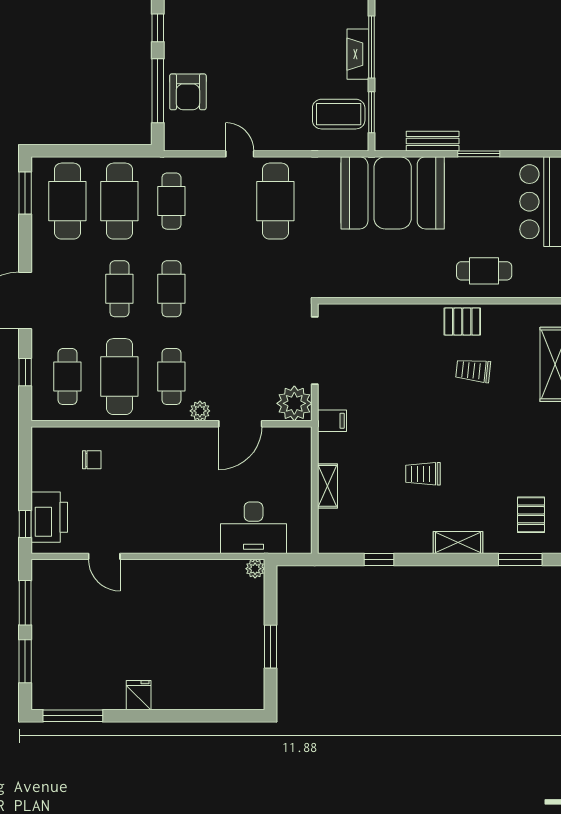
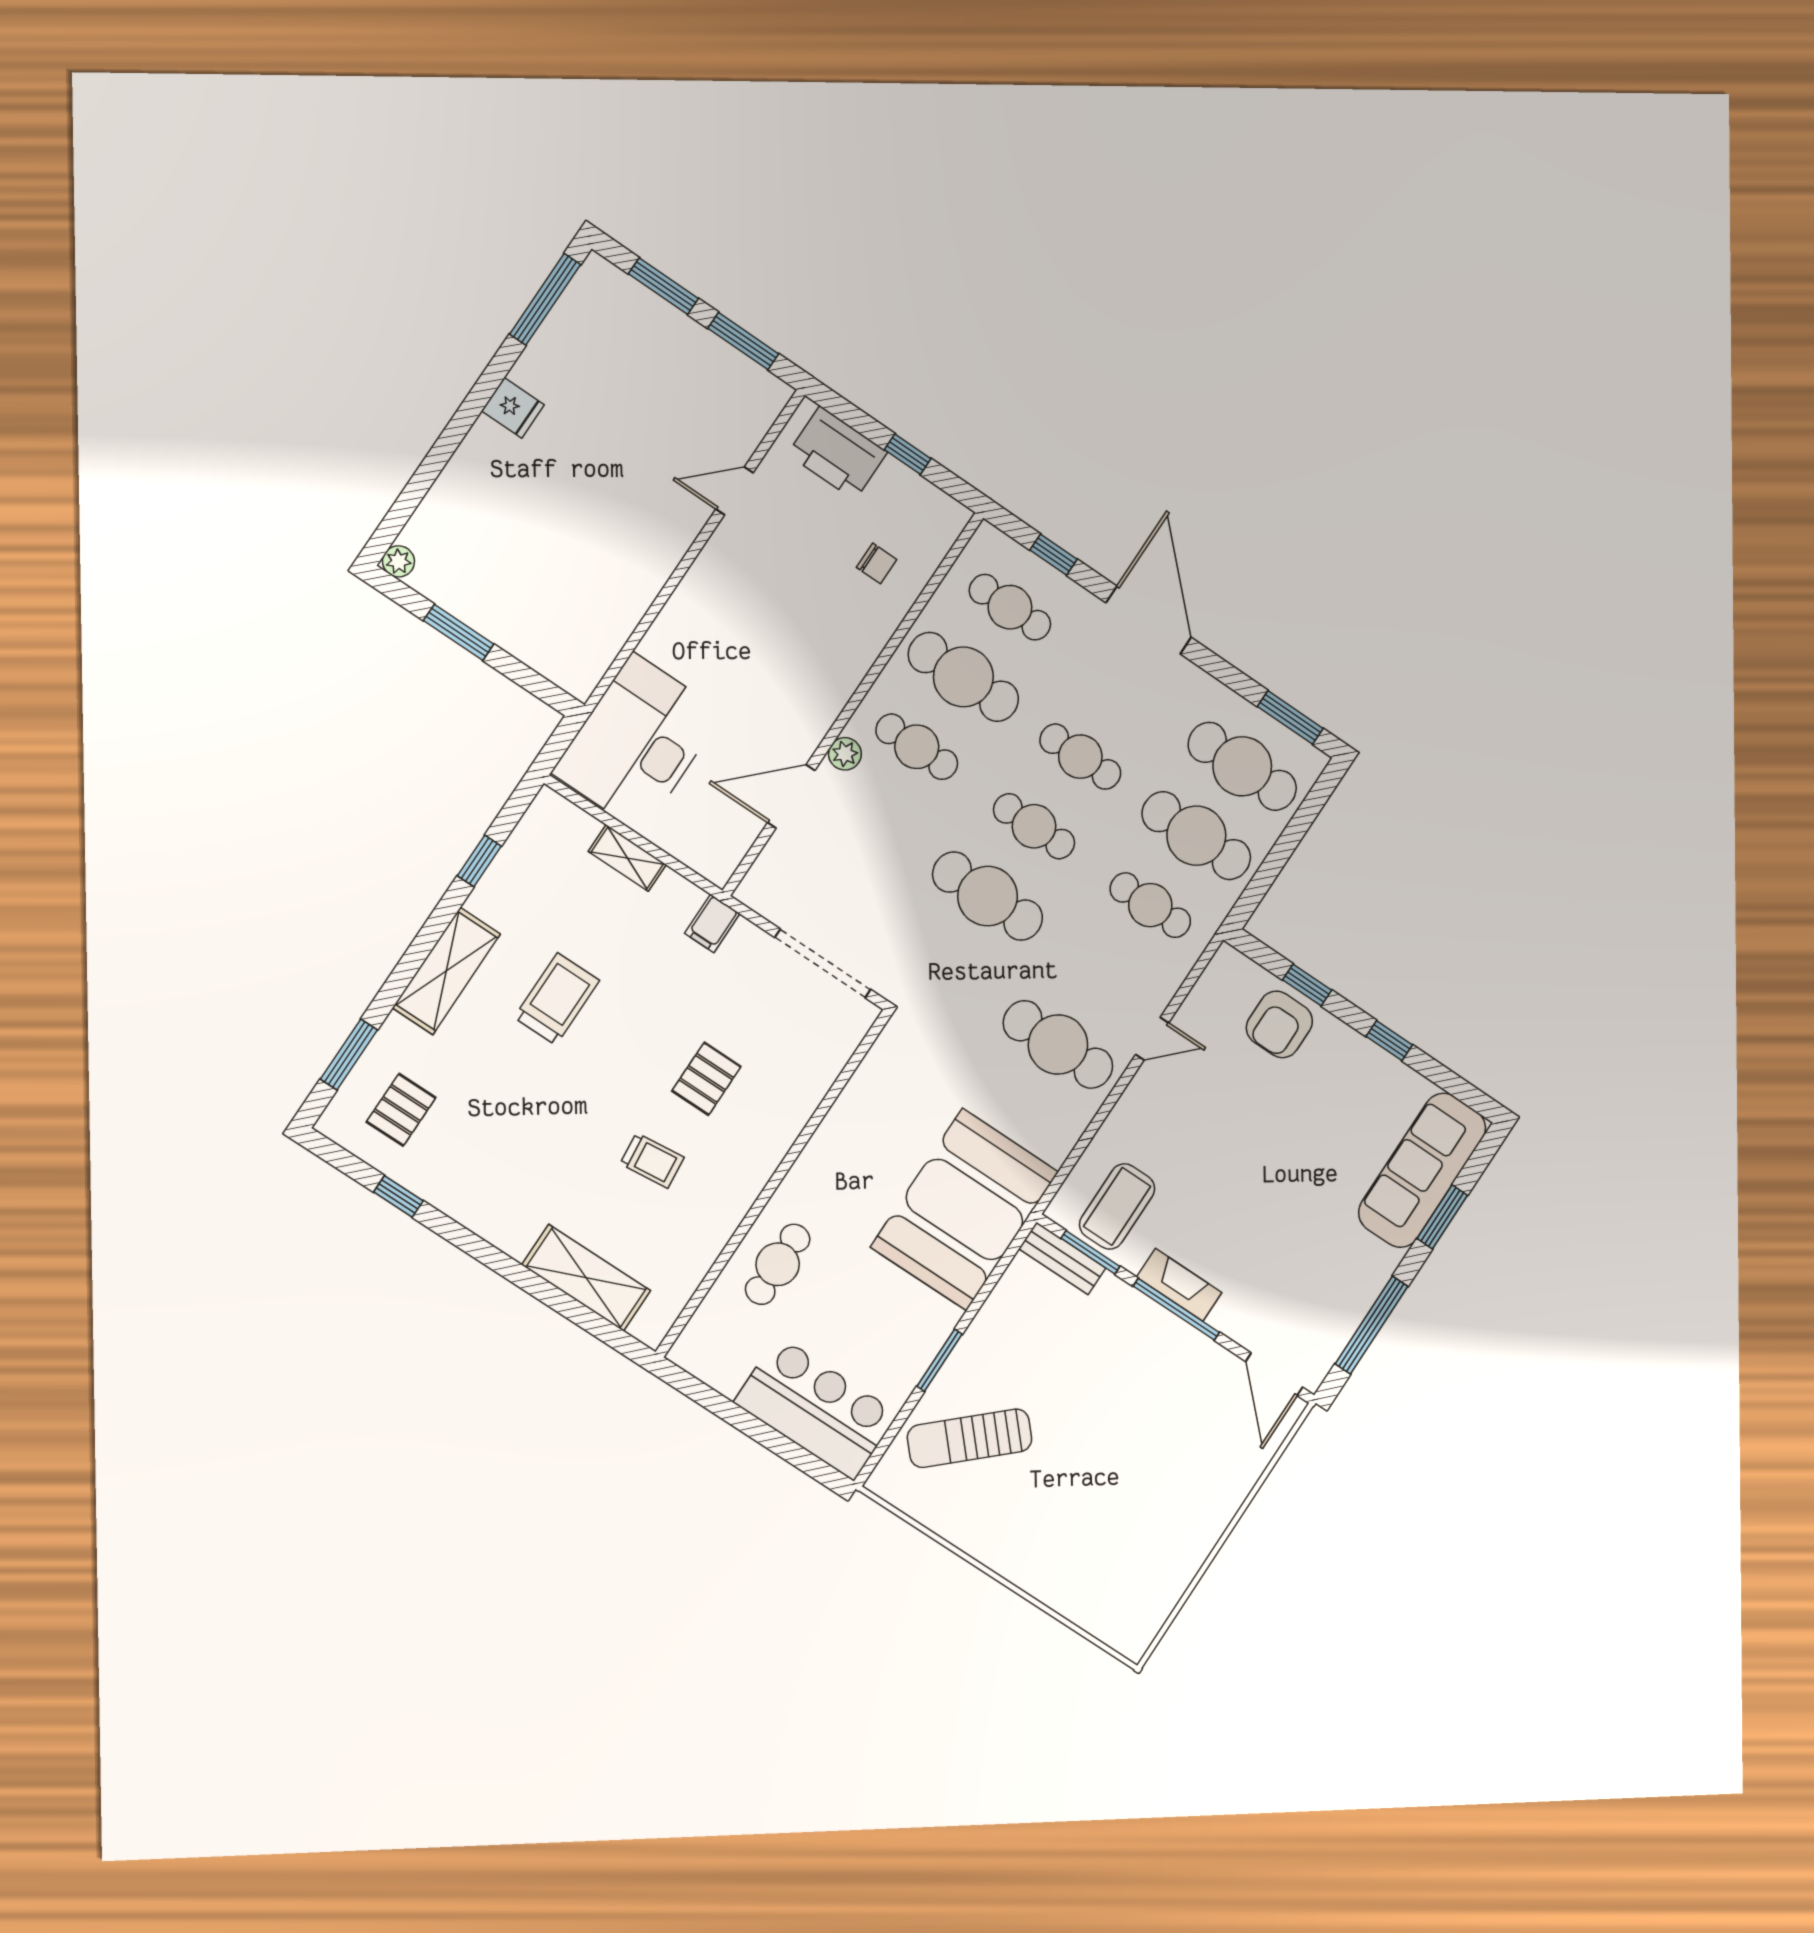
window: (158, 91) -> (1307, 985), width x0.46
armchair: (188, 92) -> (1279, 1024), turned -90
sun lounger: (509, 111) -> (970, 1438), added
bench: (433, 141) -> (1062, 1258), moved, turned 90
cafe table: (223, 289) -> (988, 896), added
pallet: (462, 322) -> (706, 1079), moved
trolley: (473, 371) -> (652, 1161), turned 78
plant: (294, 403) -> (770, 888), removed
door: (240, 424) -> (791, 796), hinge flipped
chair: (92, 460) -> (877, 563), turned -90
trolley: (423, 474) -> (557, 999), width x1.36, depth x1.39
pallet: (531, 515) -> (401, 1110), turned 90
window: (25, 524) -> (908, 454), moved
desk: (254, 528) -> (637, 743), width x1.36, depth x1.30
shelving: (458, 542) -> (446, 971), width x1.50, depth x1.33
plant: (255, 569) -> (398, 561), moved

